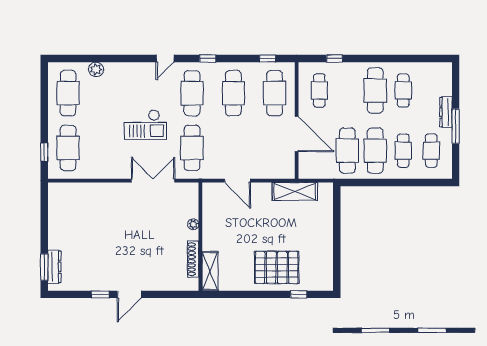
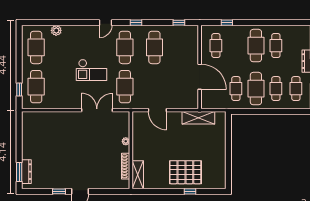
cafe table: (275, 93) -> (184, 47), removed
cafe table: (347, 151) -> (236, 89), width x0.73, depth x0.74
window: (299, 294) -> (190, 191), moved

